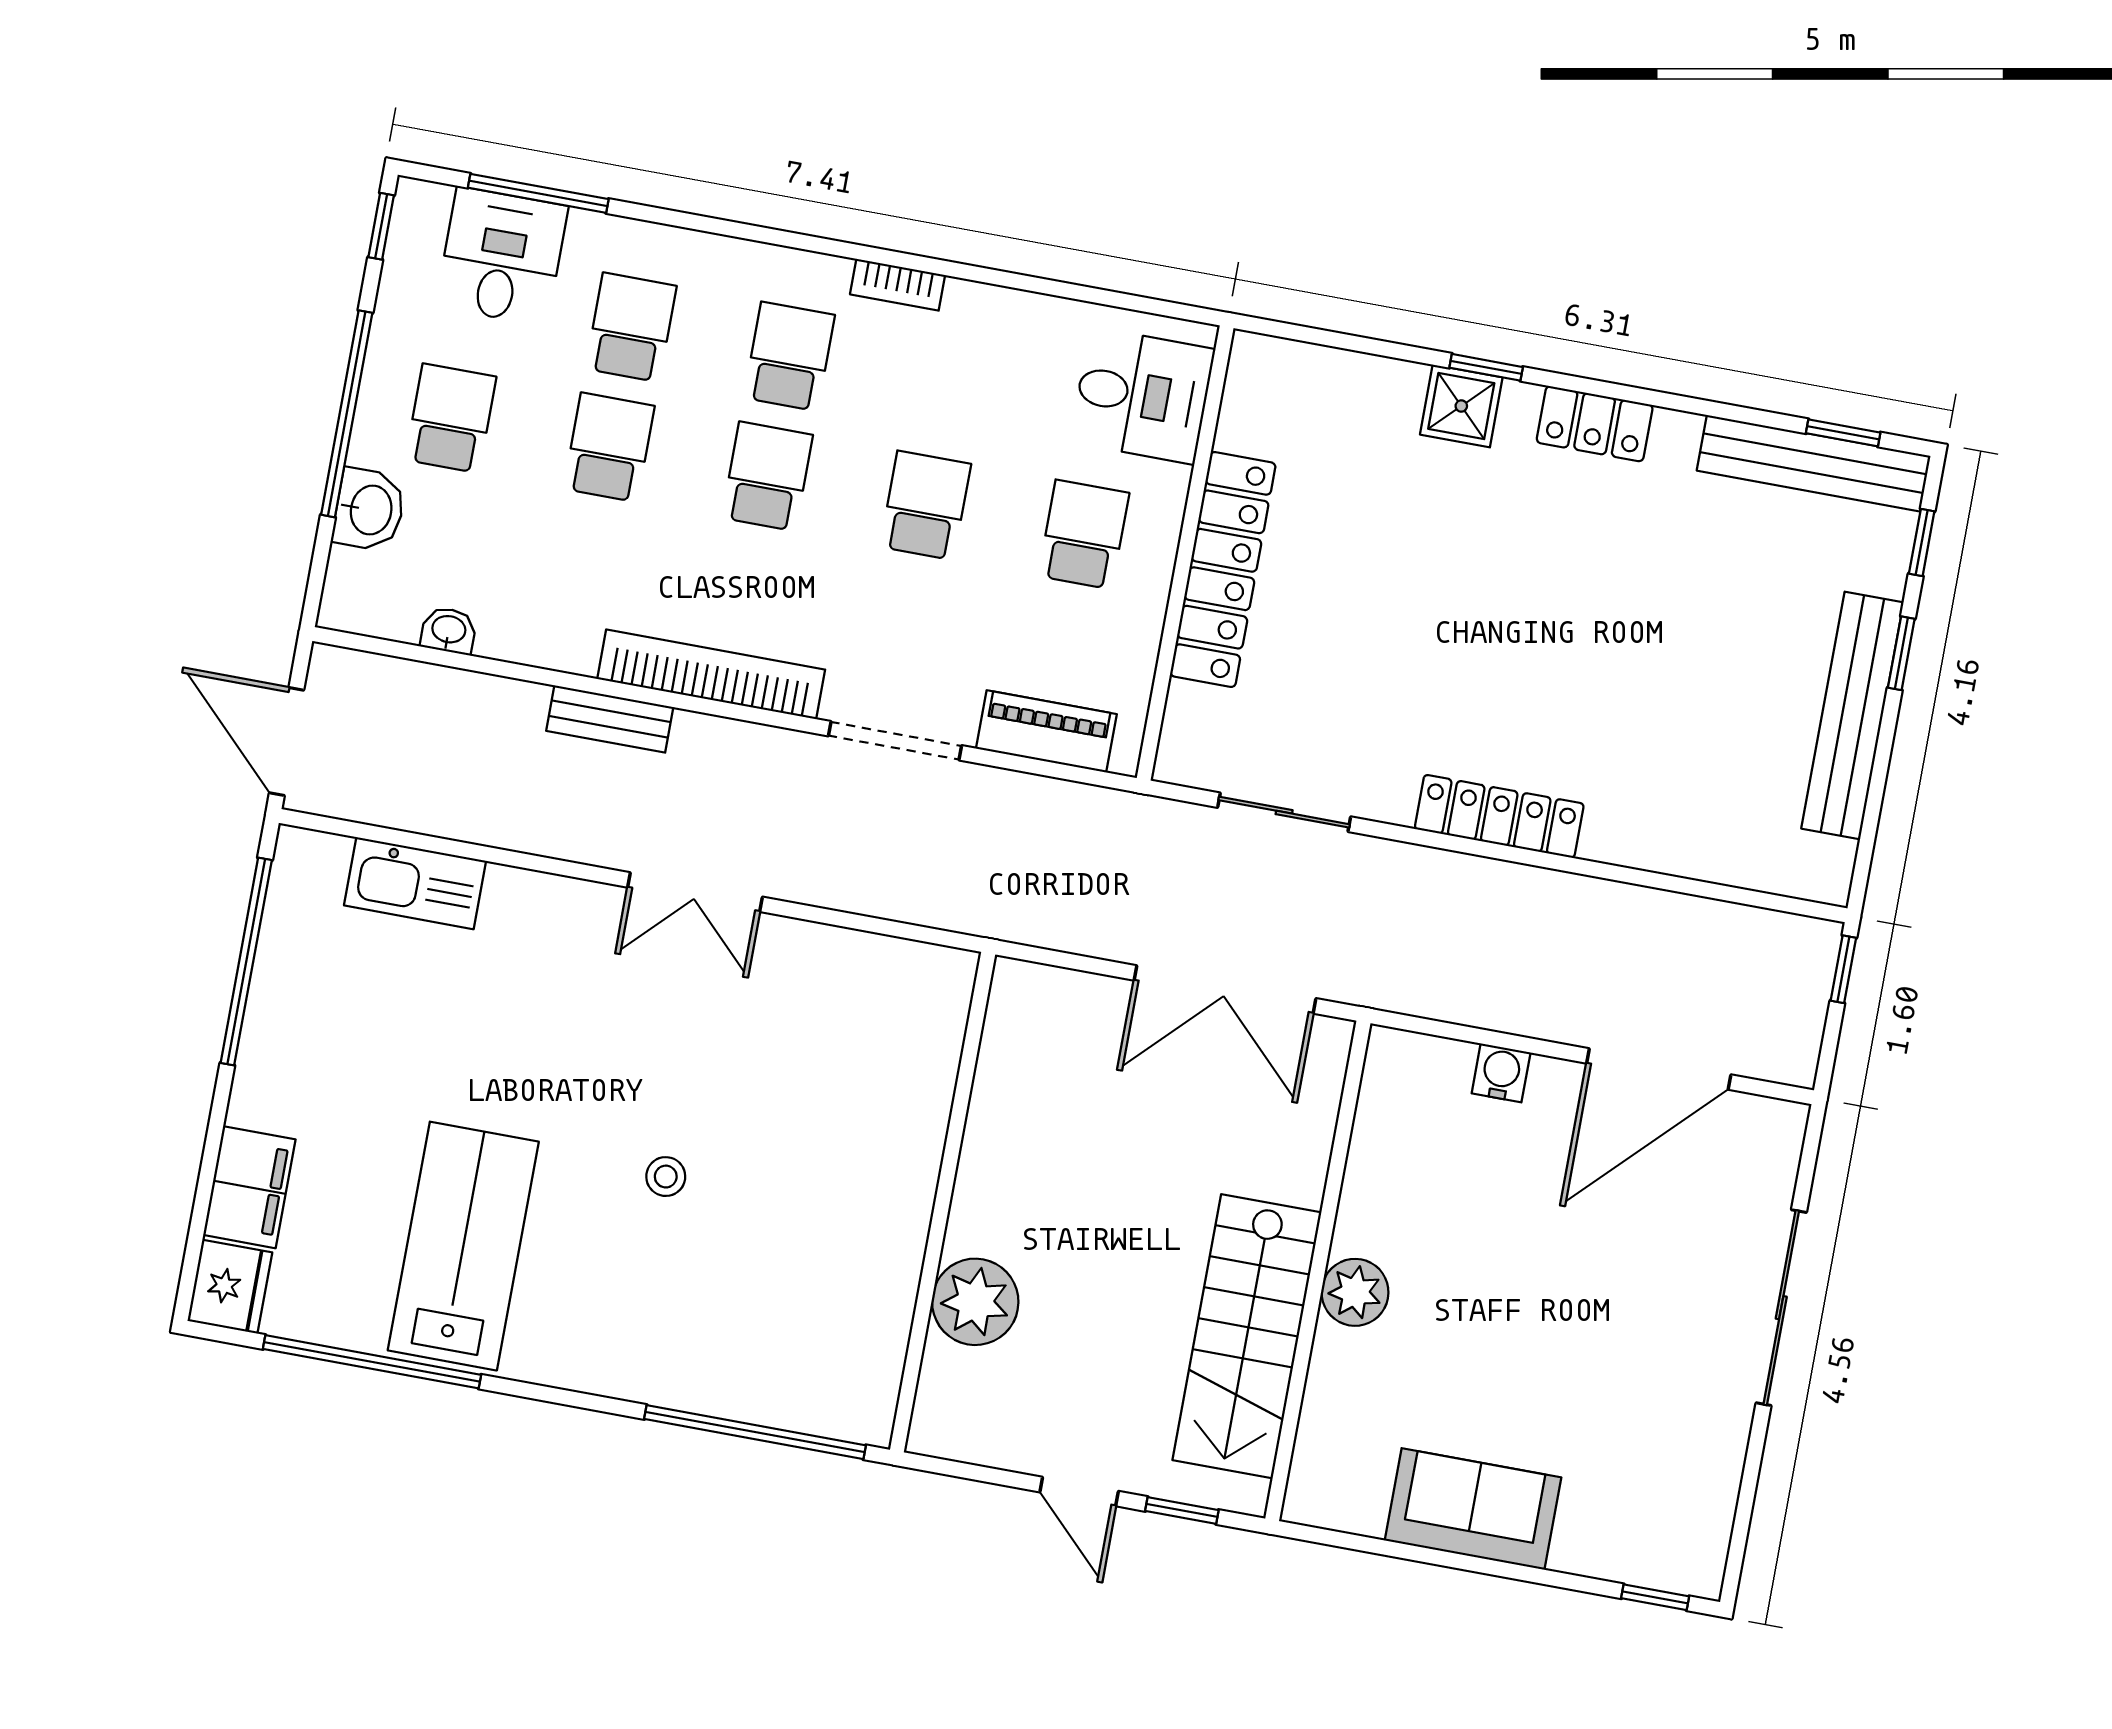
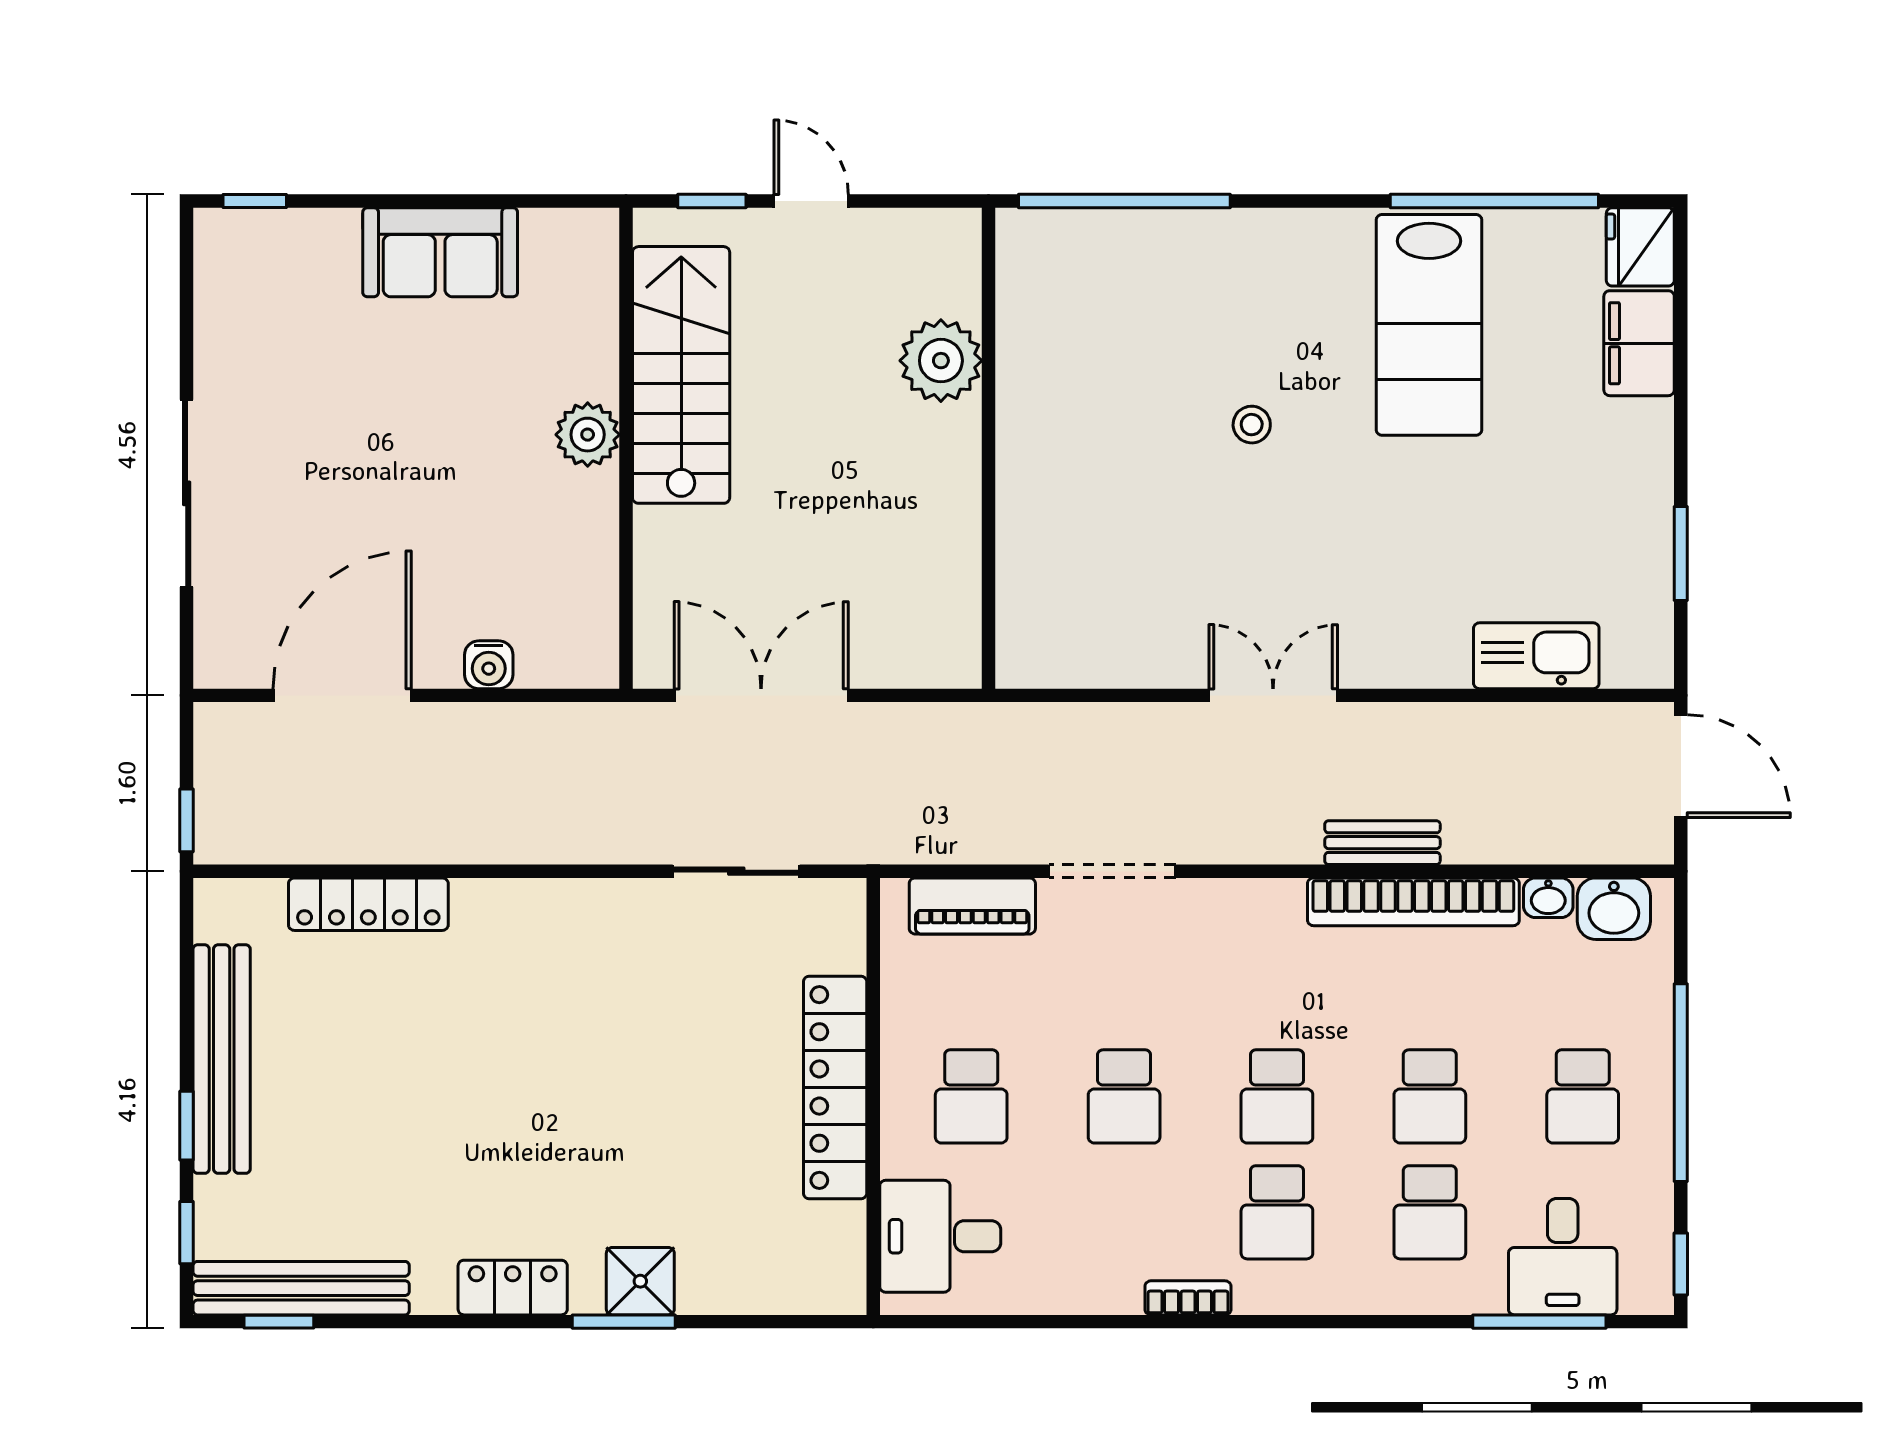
window: (1486, 367) -> (624, 1322), width x1.50
washbasin: (369, 510) -> (1614, 909), moved, turned -90
bookcase: (711, 674) -> (1413, 902), moved
locker: (1499, 816) -> (368, 904), moved
window: (246, 962) -> (1681, 554), width x0.47

